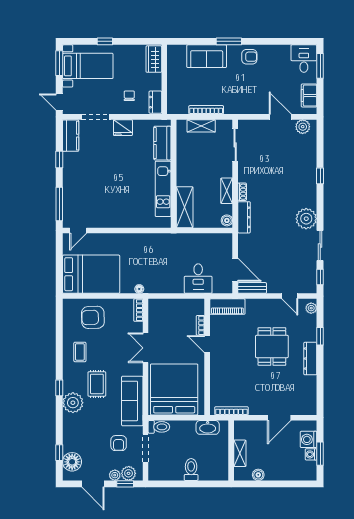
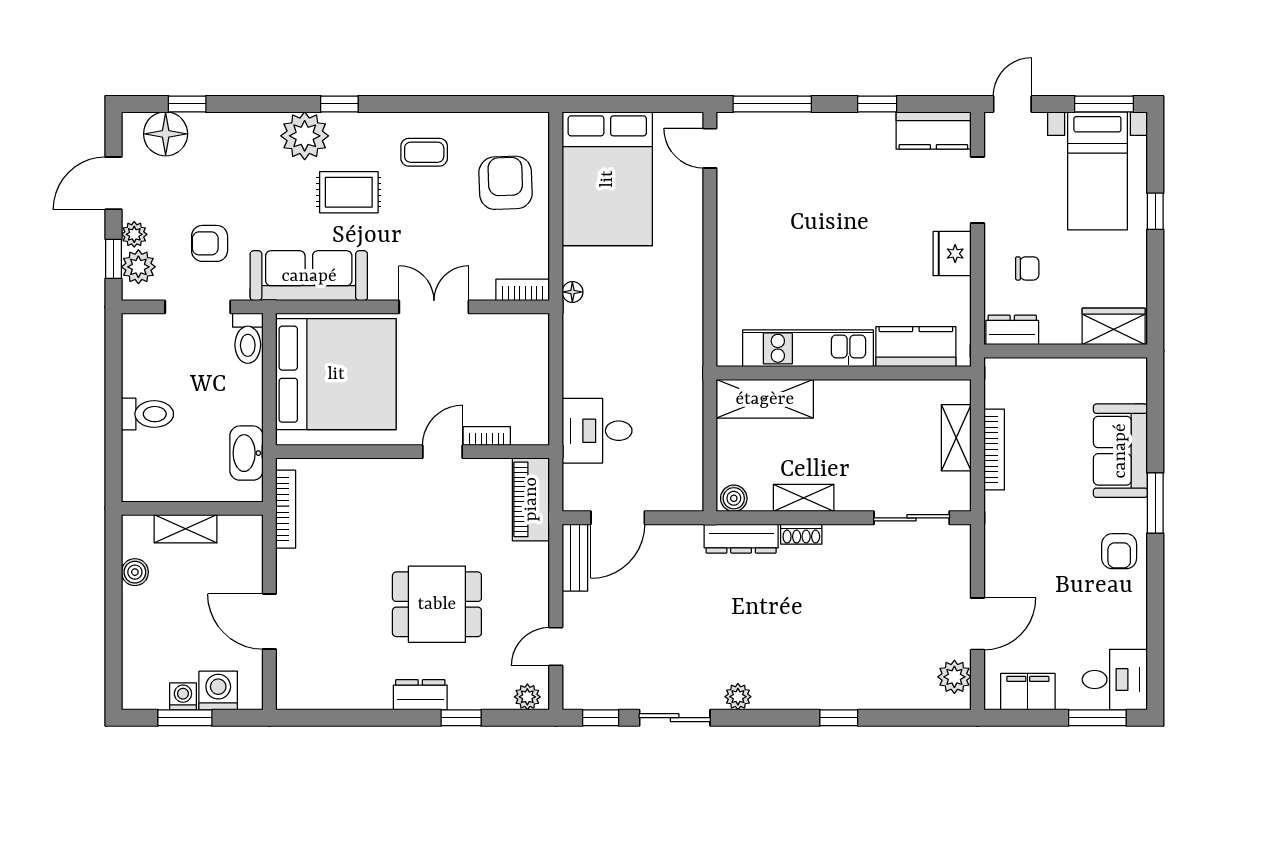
plant: (306, 219) -> (738, 697), width x0.53, depth x0.53
dresser: (310, 359) -> (420, 695), width x0.70

